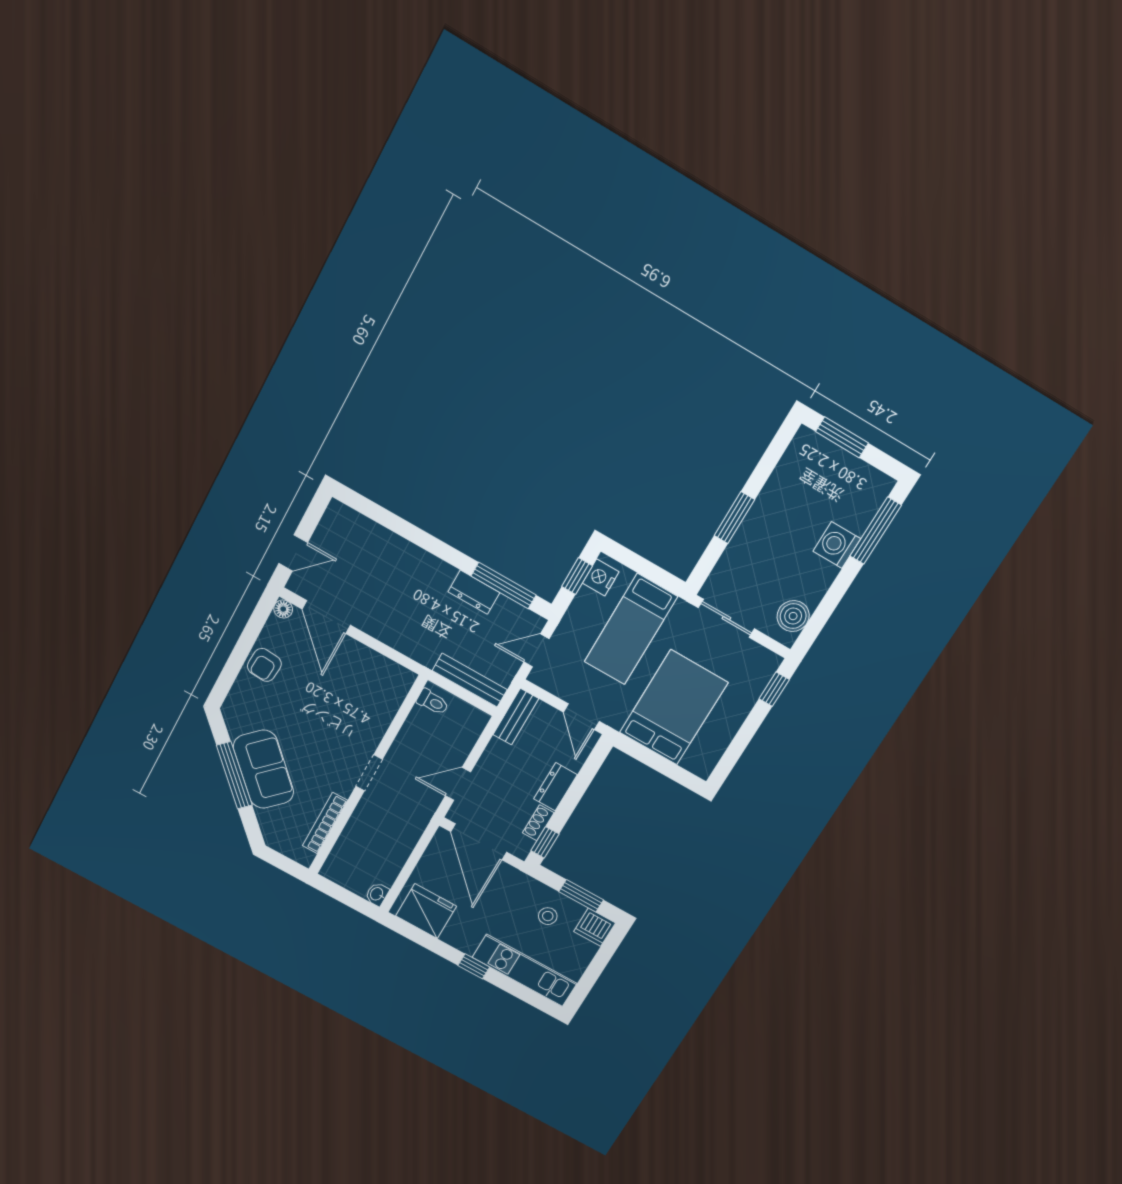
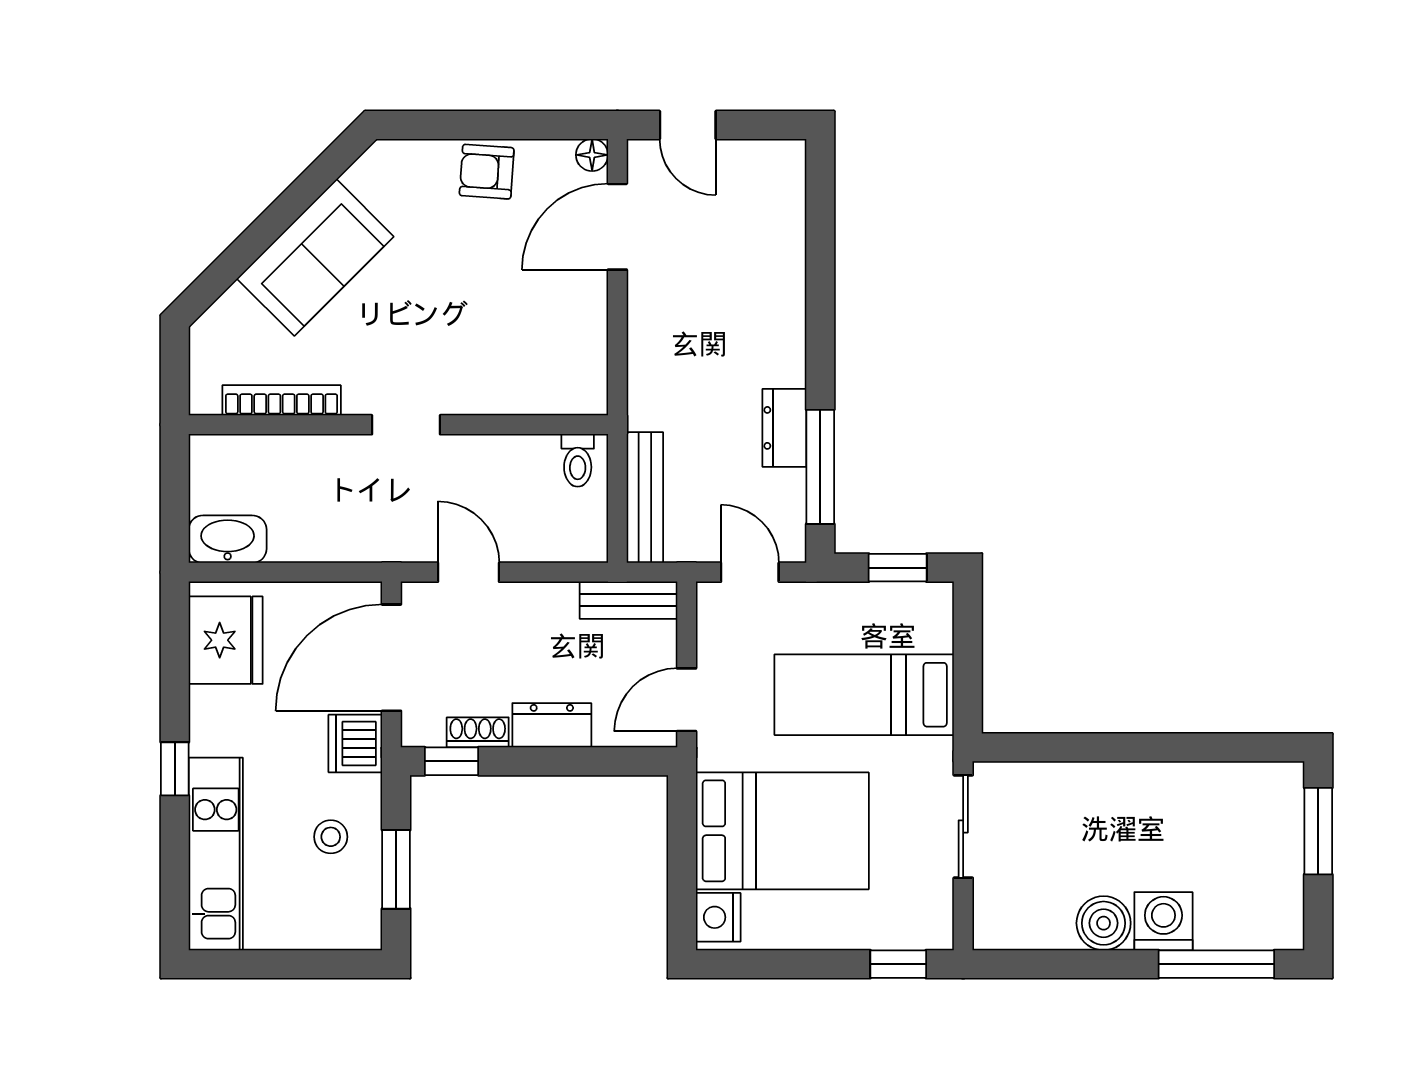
window: (734, 518) -> (1117, 747), removed
nightstand: (601, 577) -> (718, 917), moved, turned -90
boiler: (793, 616) -> (1104, 923), moved
window: (234, 775) -> (279, 217), removed
washbasin: (377, 894) -> (228, 539), width x1.91, depth x1.45
dishwasher: (595, 927) -> (355, 744), moved

